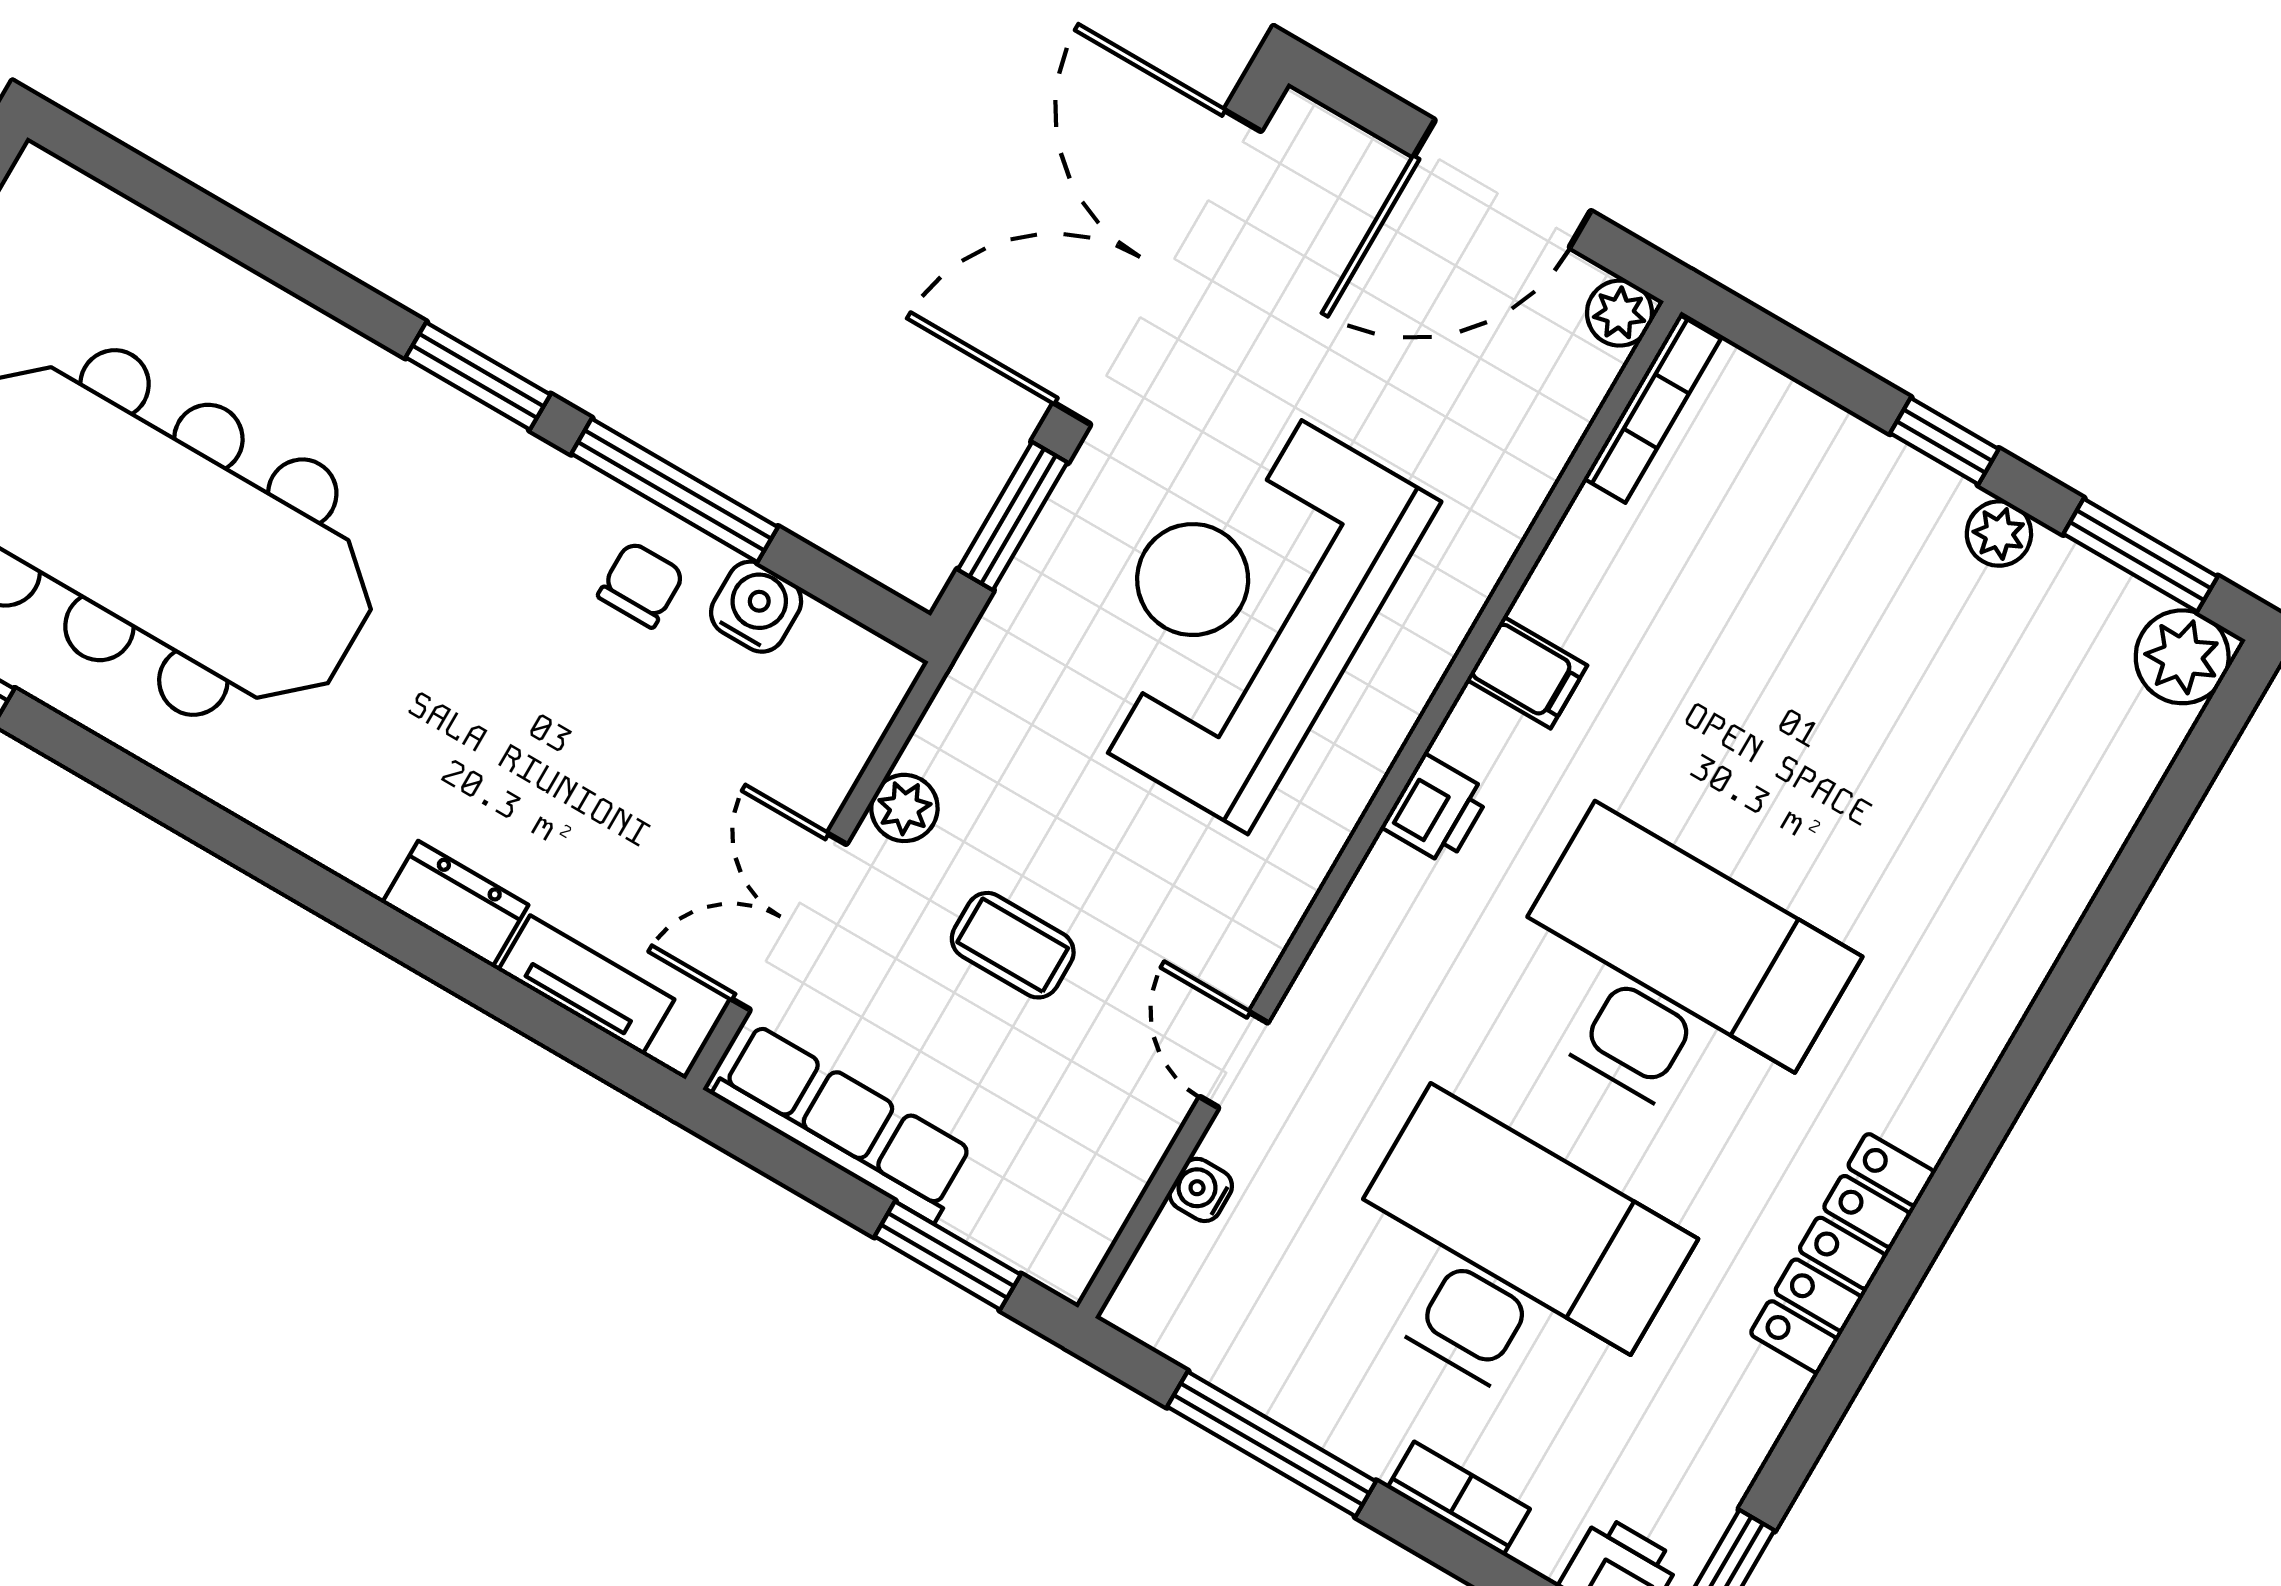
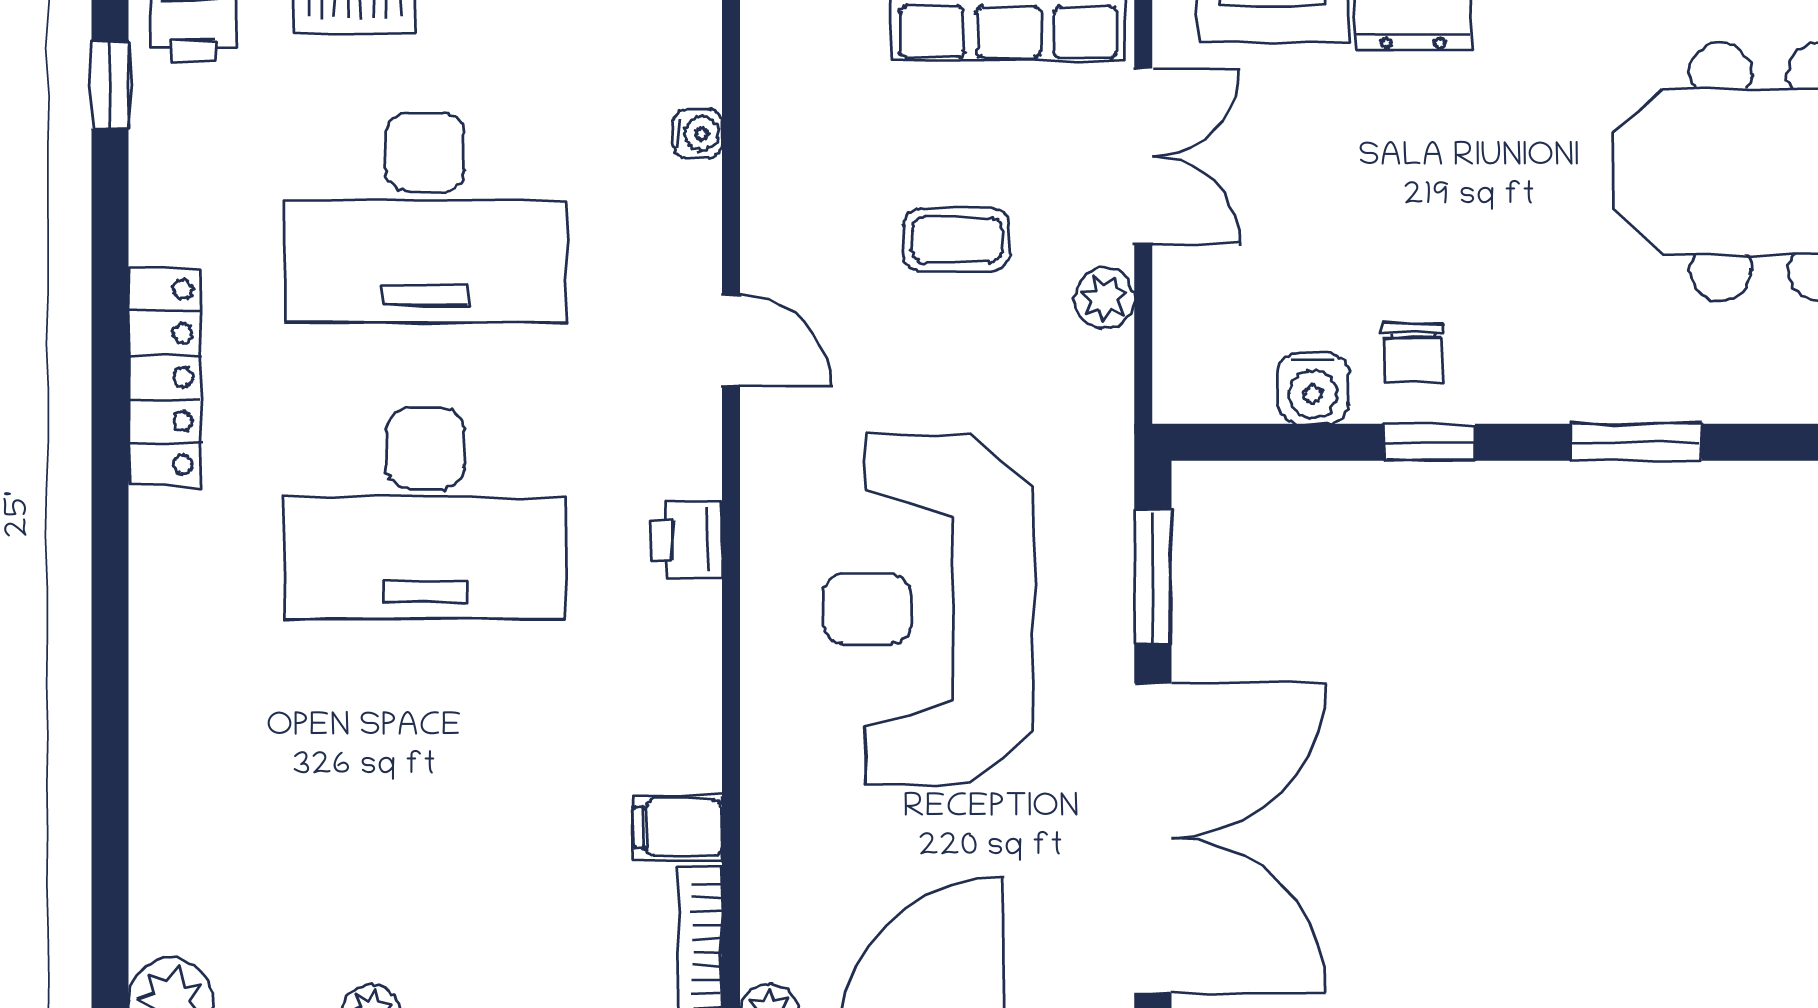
window: (675, 490) -> (1430, 442), width x0.46
reception desk: (1245, 610) -> (928, 609), turned 180
filing cabinet: (1527, 673) -> (678, 828), moved
door: (1234, 1060) -> (731, 340), moved

